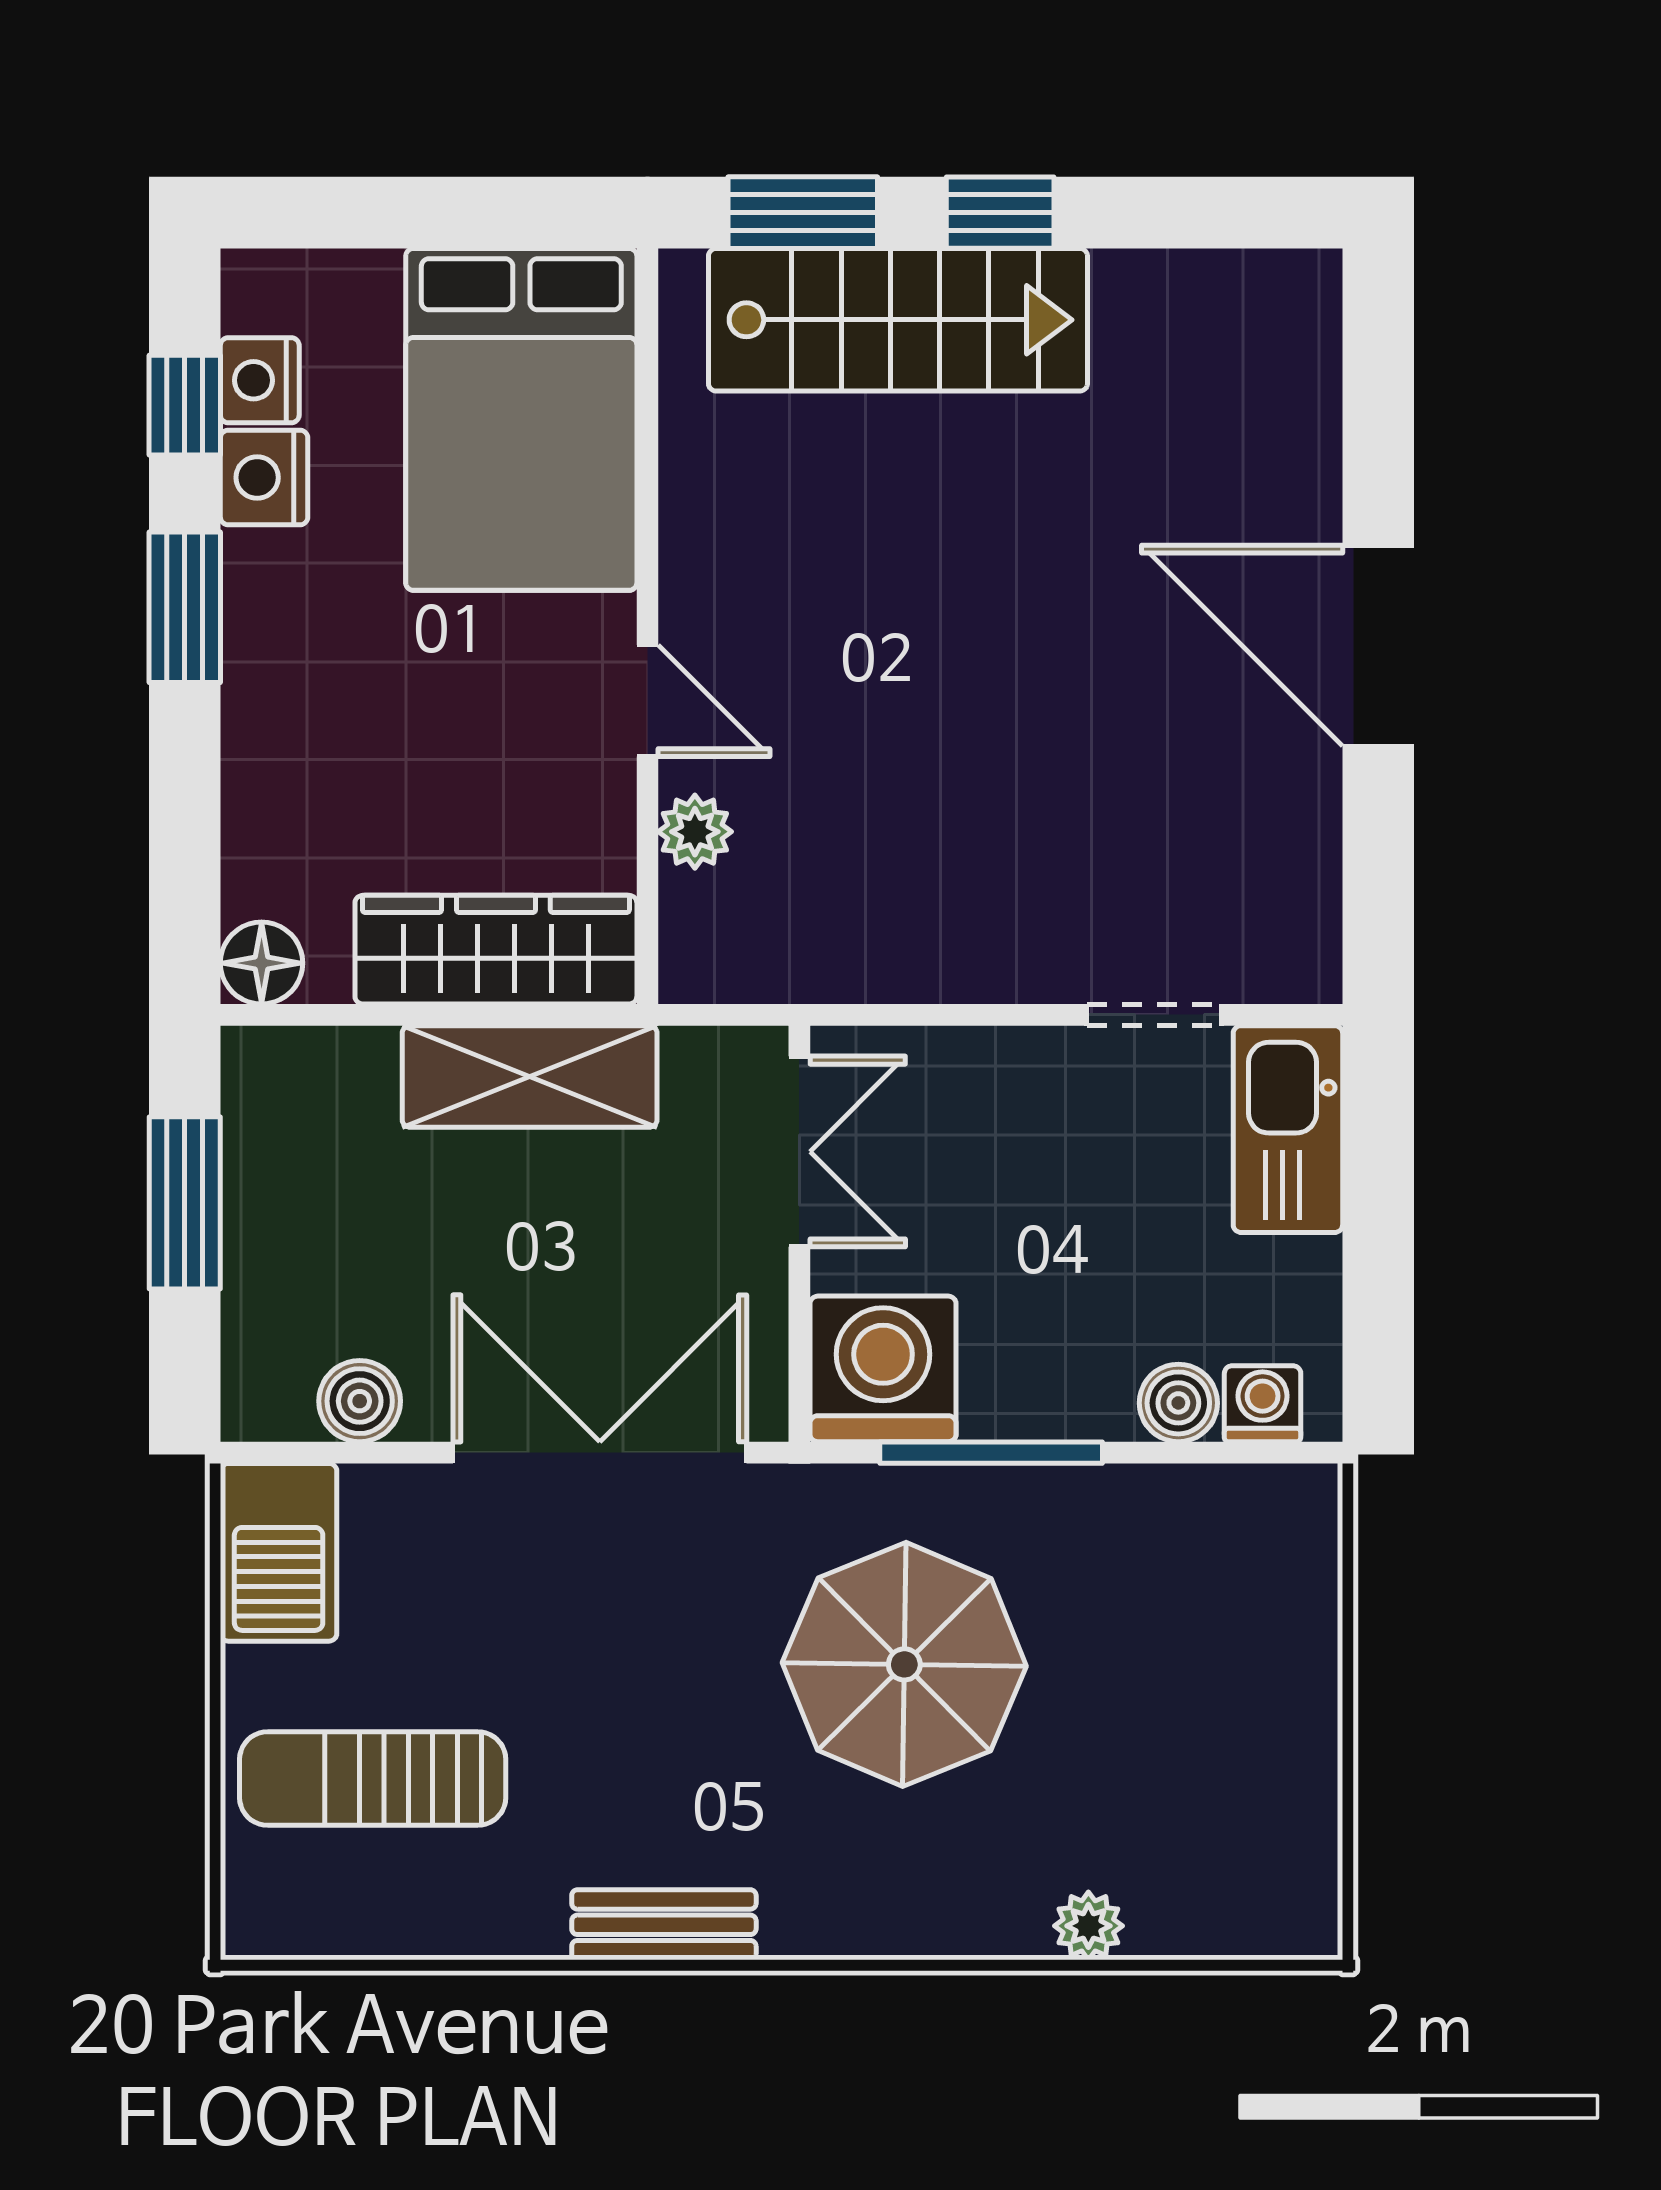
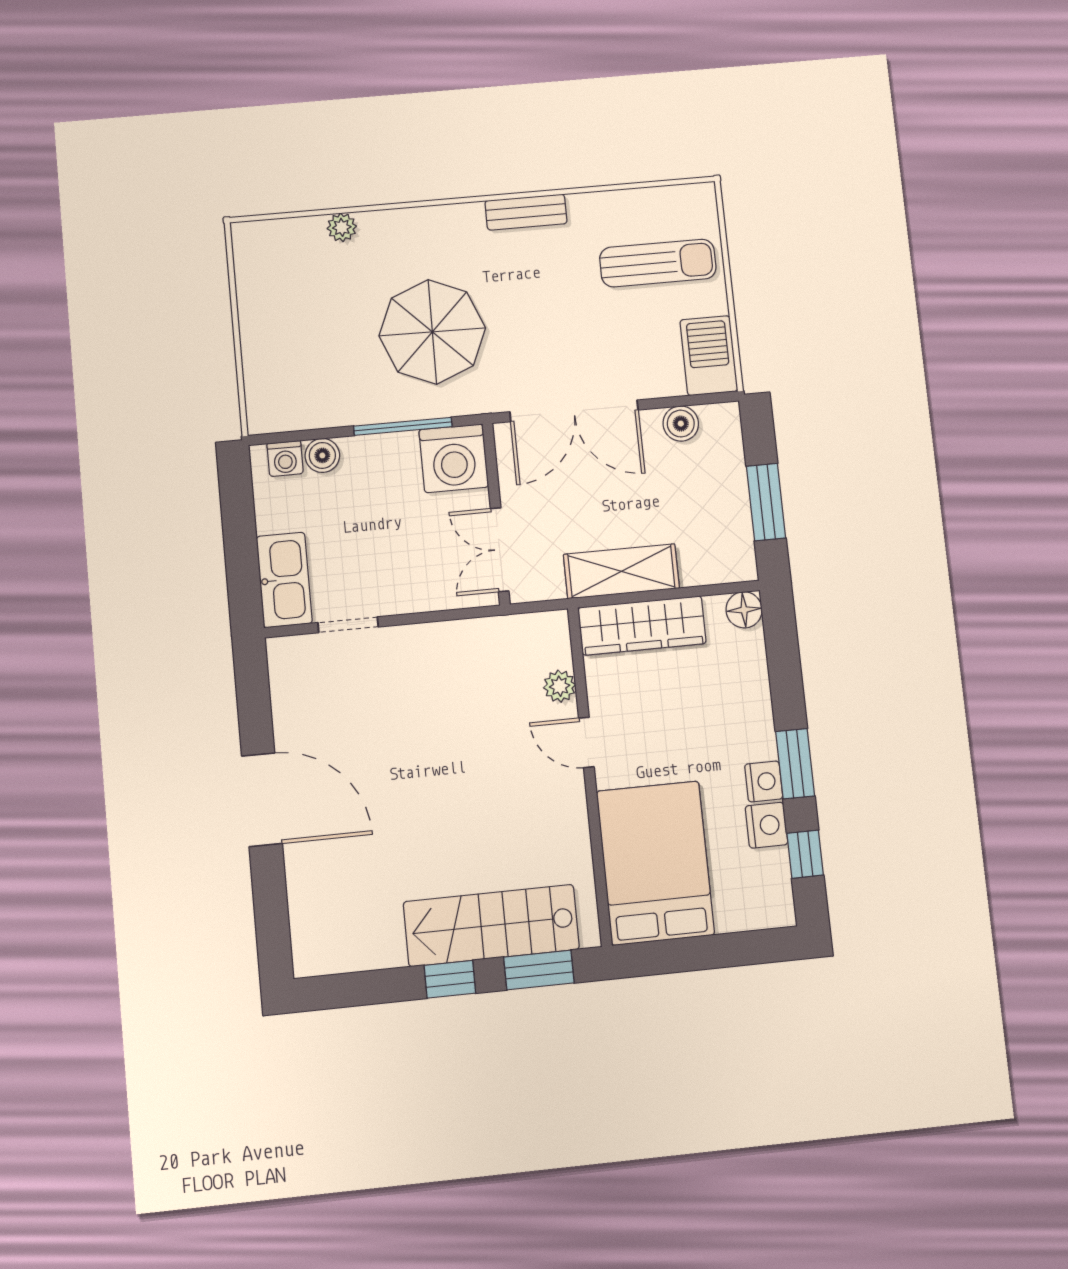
nightstand: (260, 380) -> (764, 781), moved

